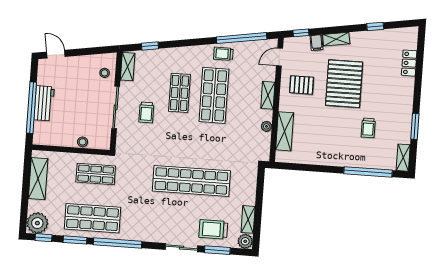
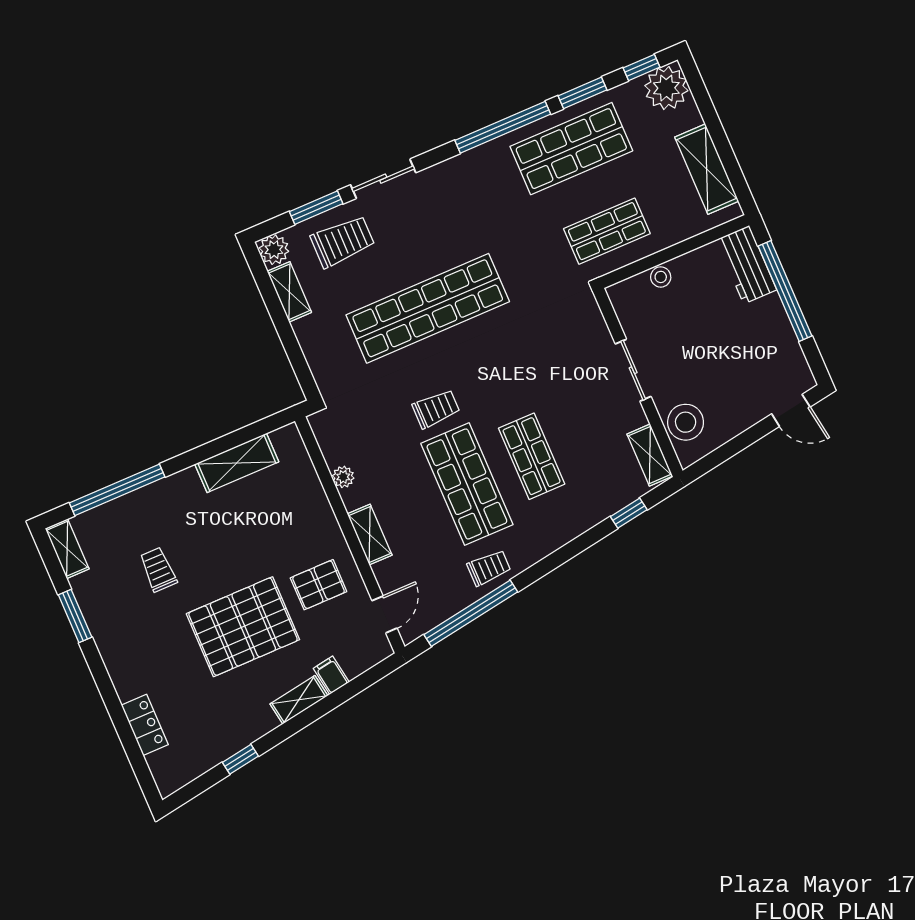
window: (301, 33) -> (368, 678), removed
stool: (105, 73) -> (686, 422), width x1.89, depth x1.89
pallet: (344, 84) -> (243, 627), turned 90
workbench: (44, 103) -> (746, 265), moved
sliding door: (116, 107) -> (633, 370), width x0.73
trolley: (146, 112) -> (436, 409), moved, turned 90
shelving: (285, 131) -> (237, 463), moved, turned 90

